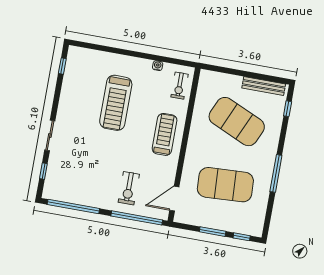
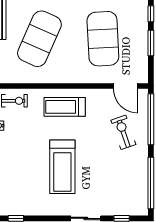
treadmill: (116, 103) -> (62, 167), moved, turned 90
exercise bike: (129, 188) -> (123, 132), turned -109

